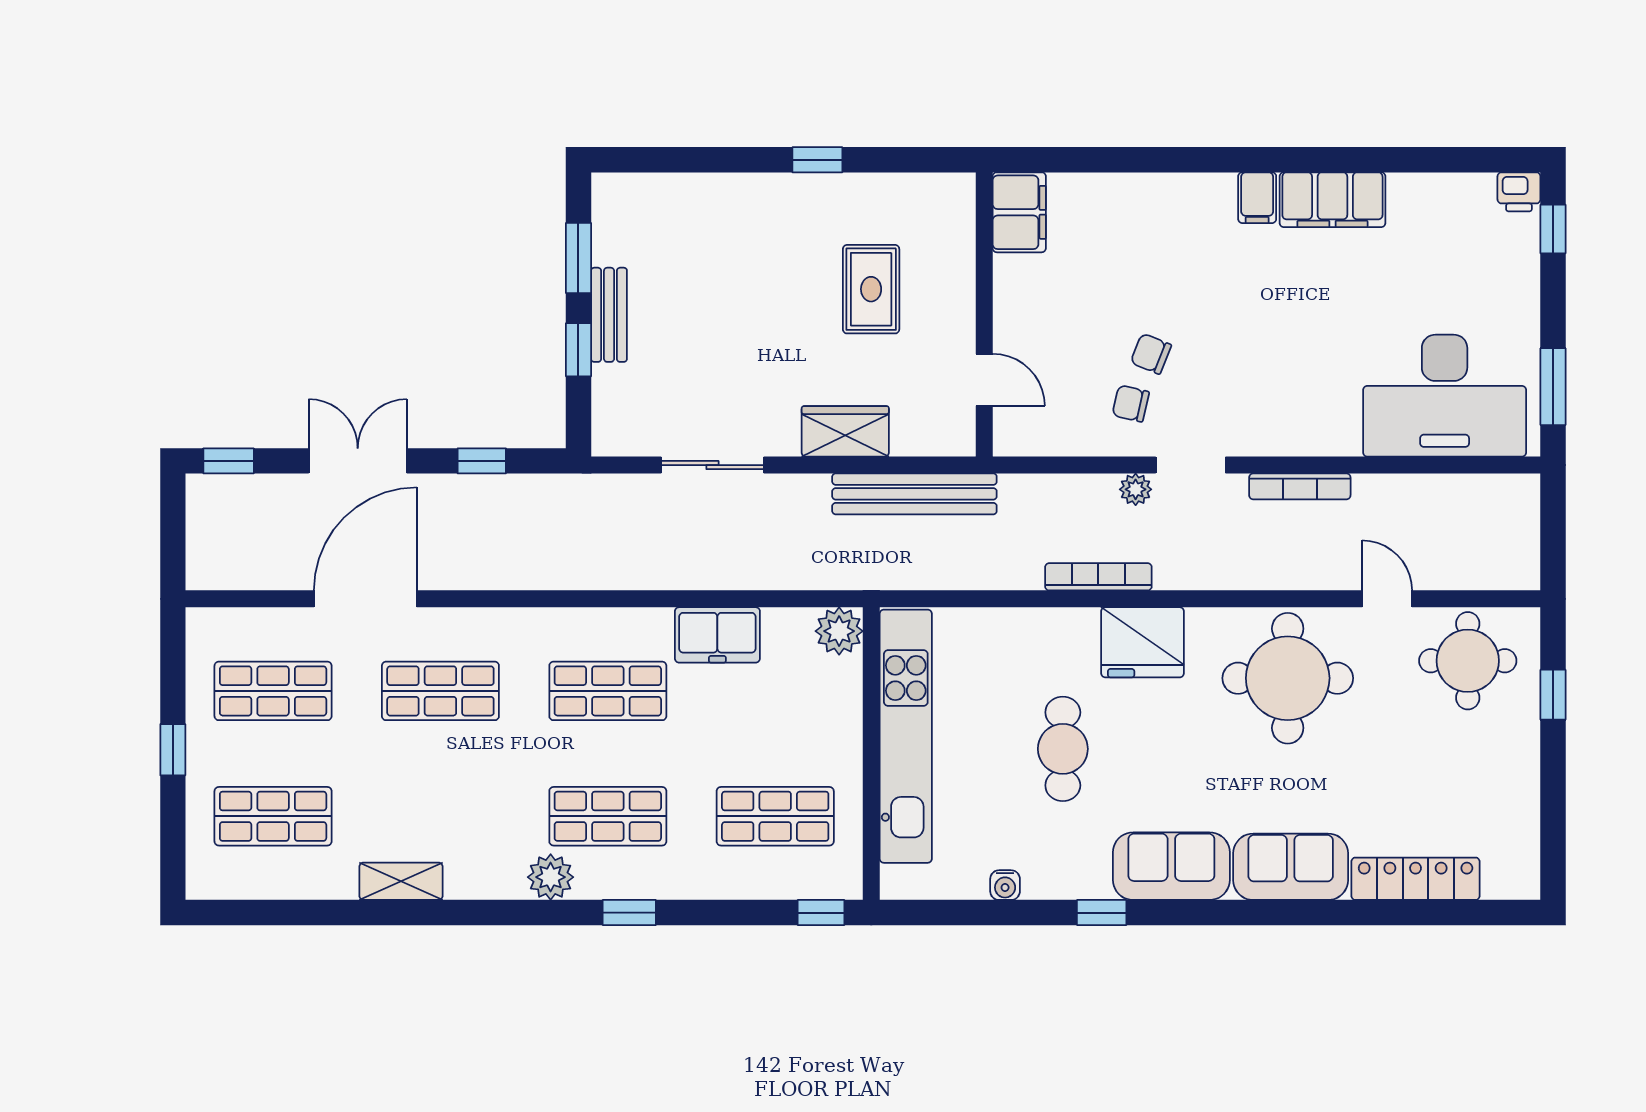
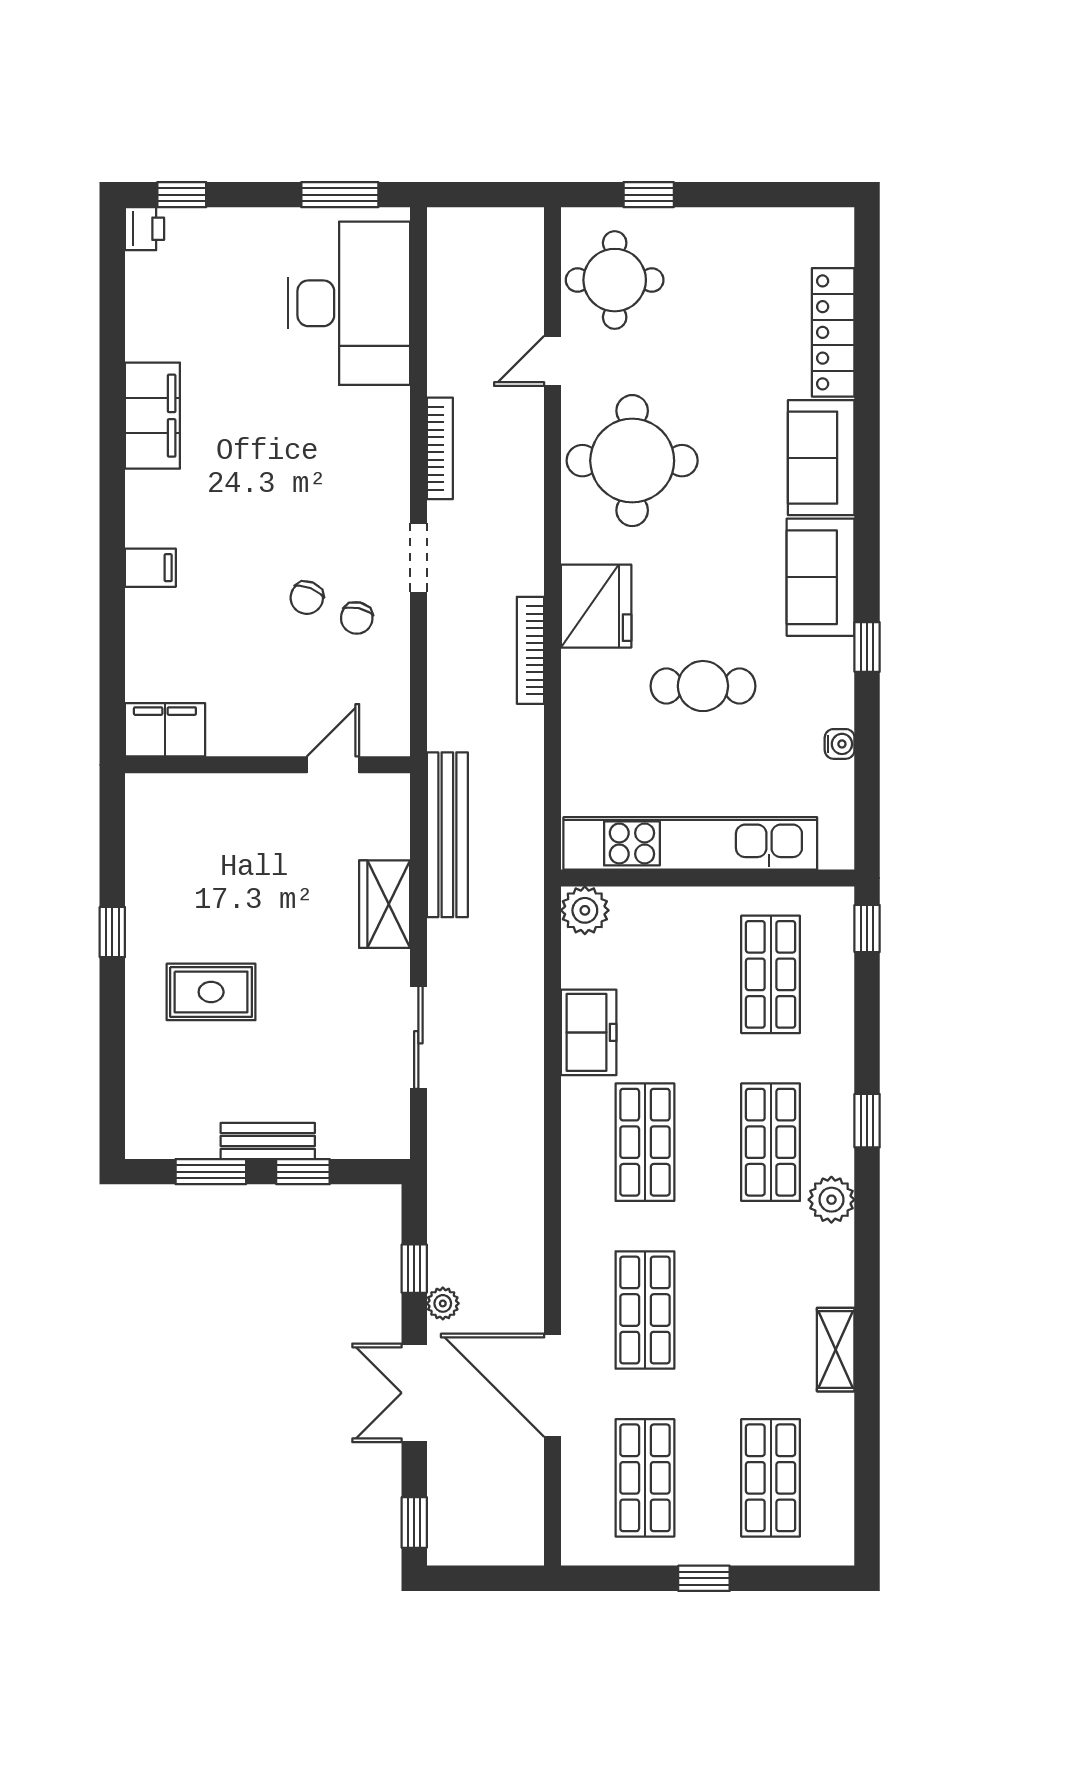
filing cabinet: (1257, 198) -> (150, 568), moved
rug: (871, 289) -> (211, 992), moved
plant: (1136, 489) -> (443, 1303), moved

